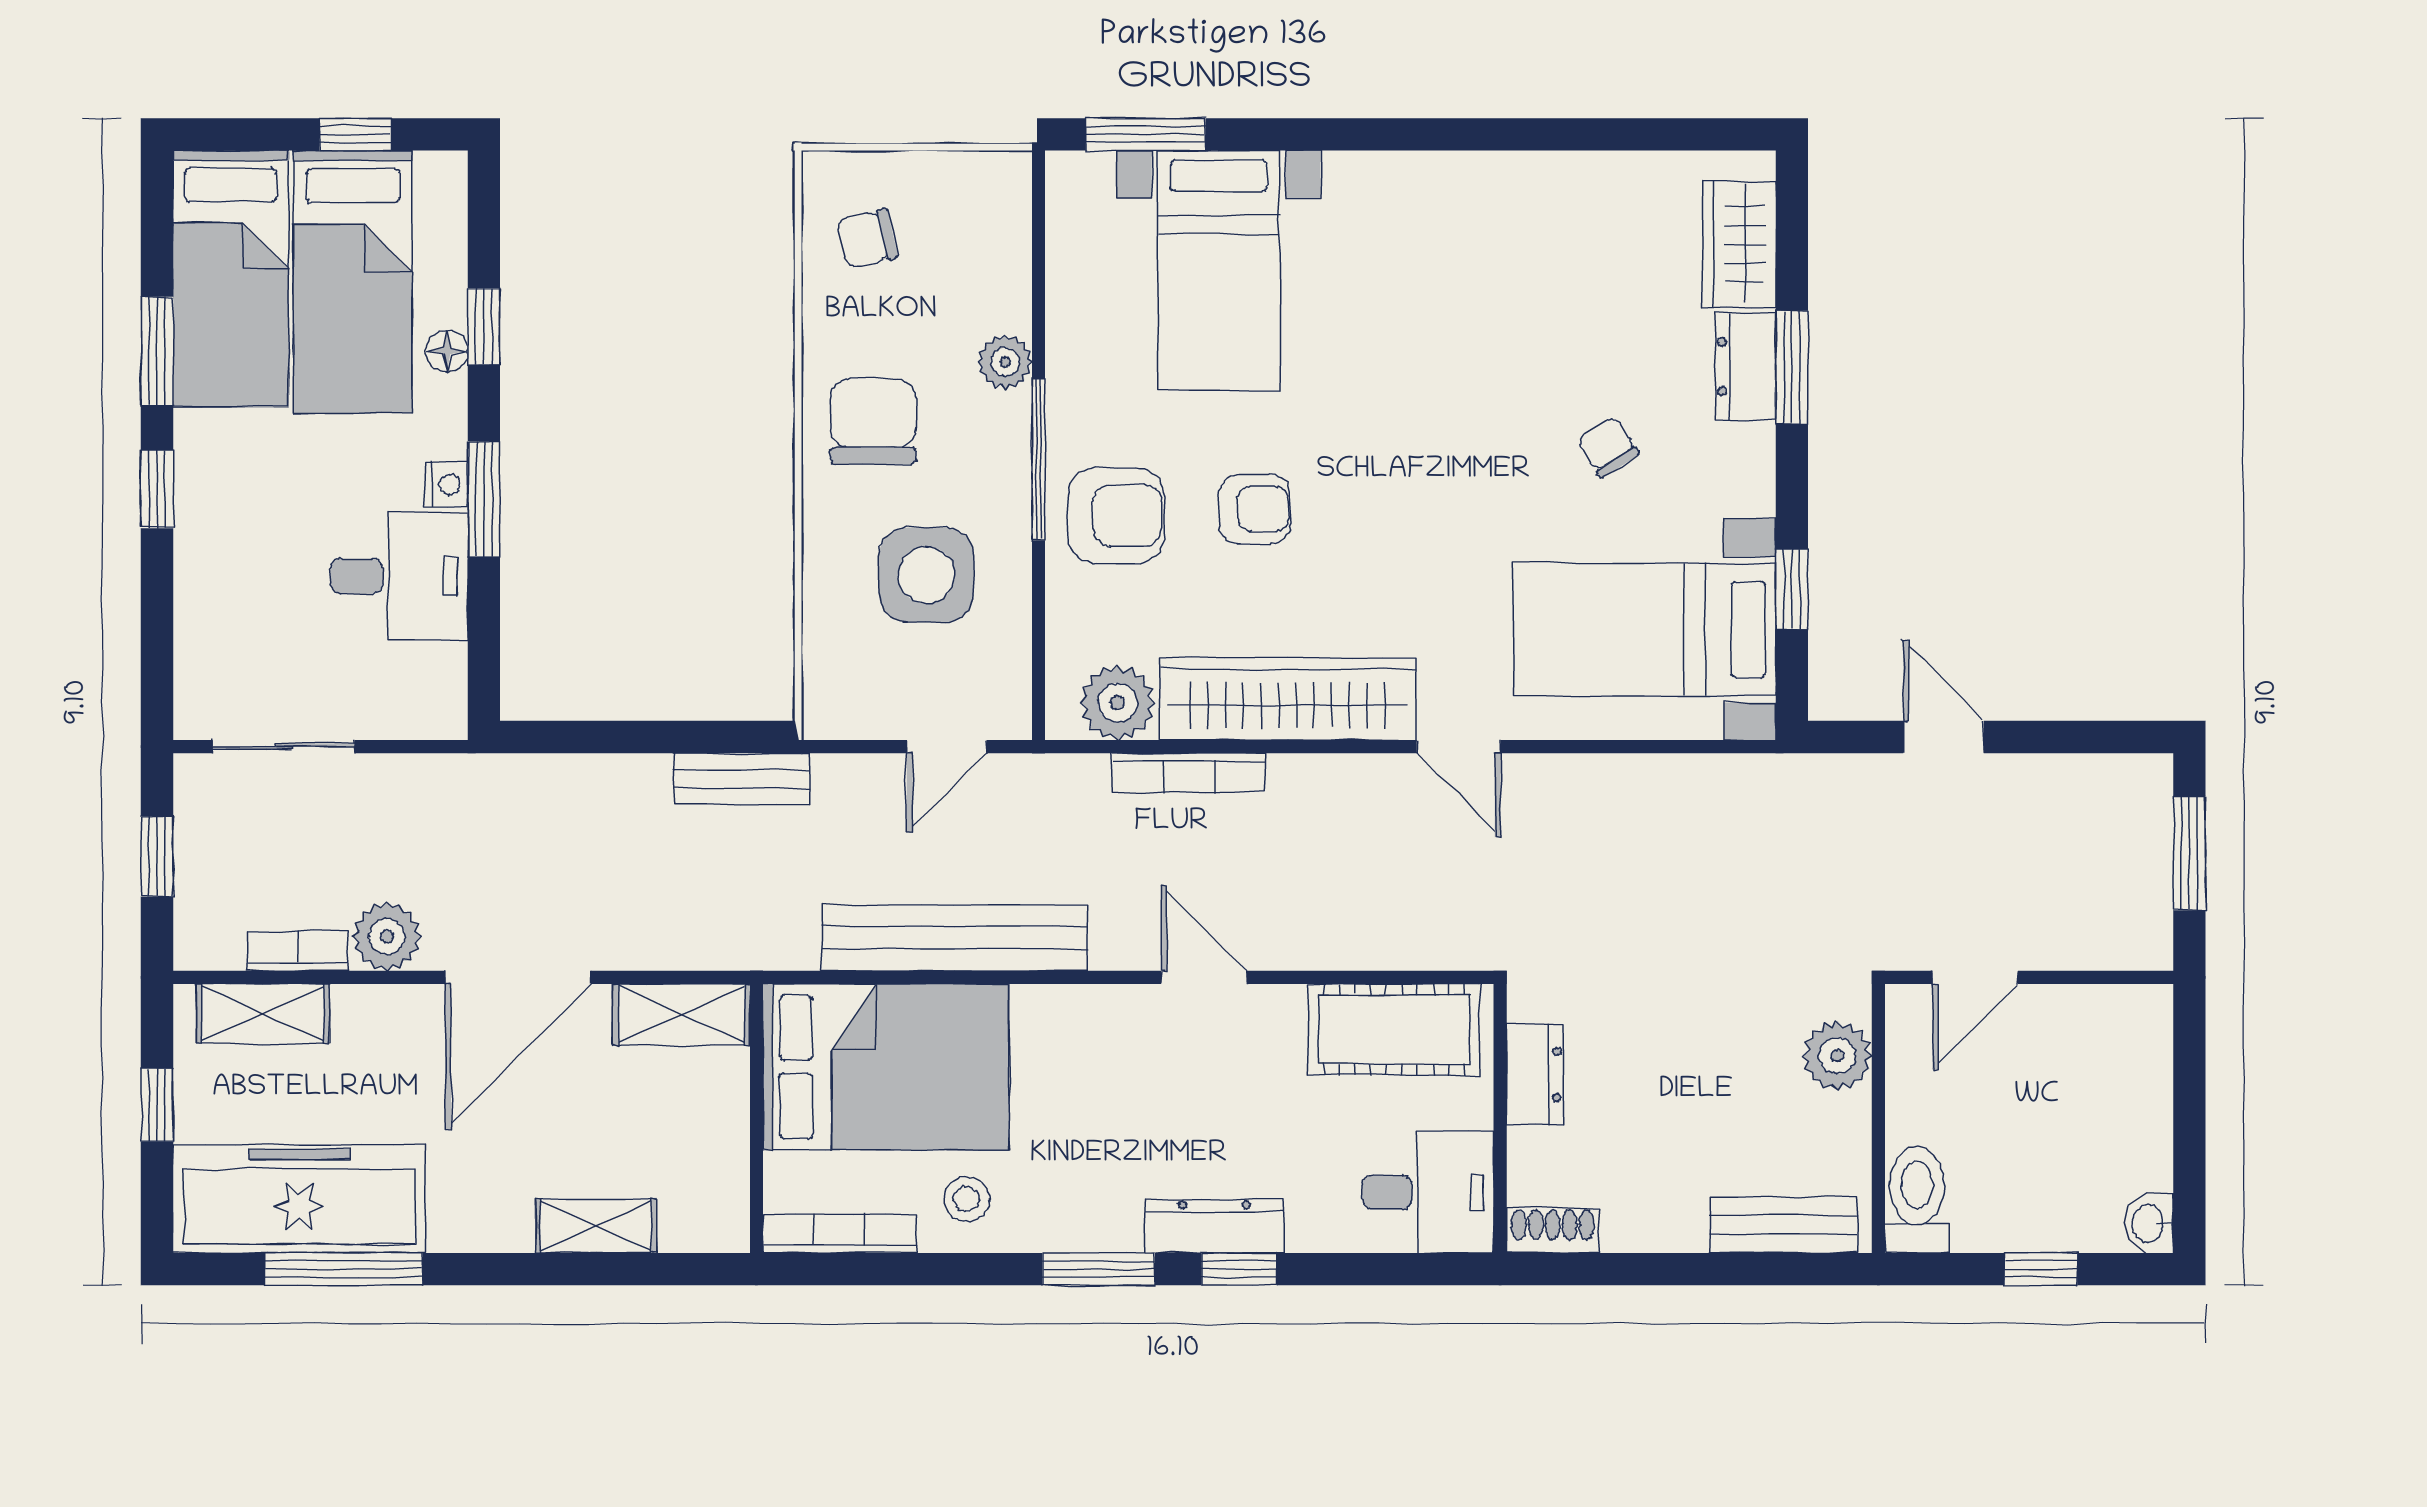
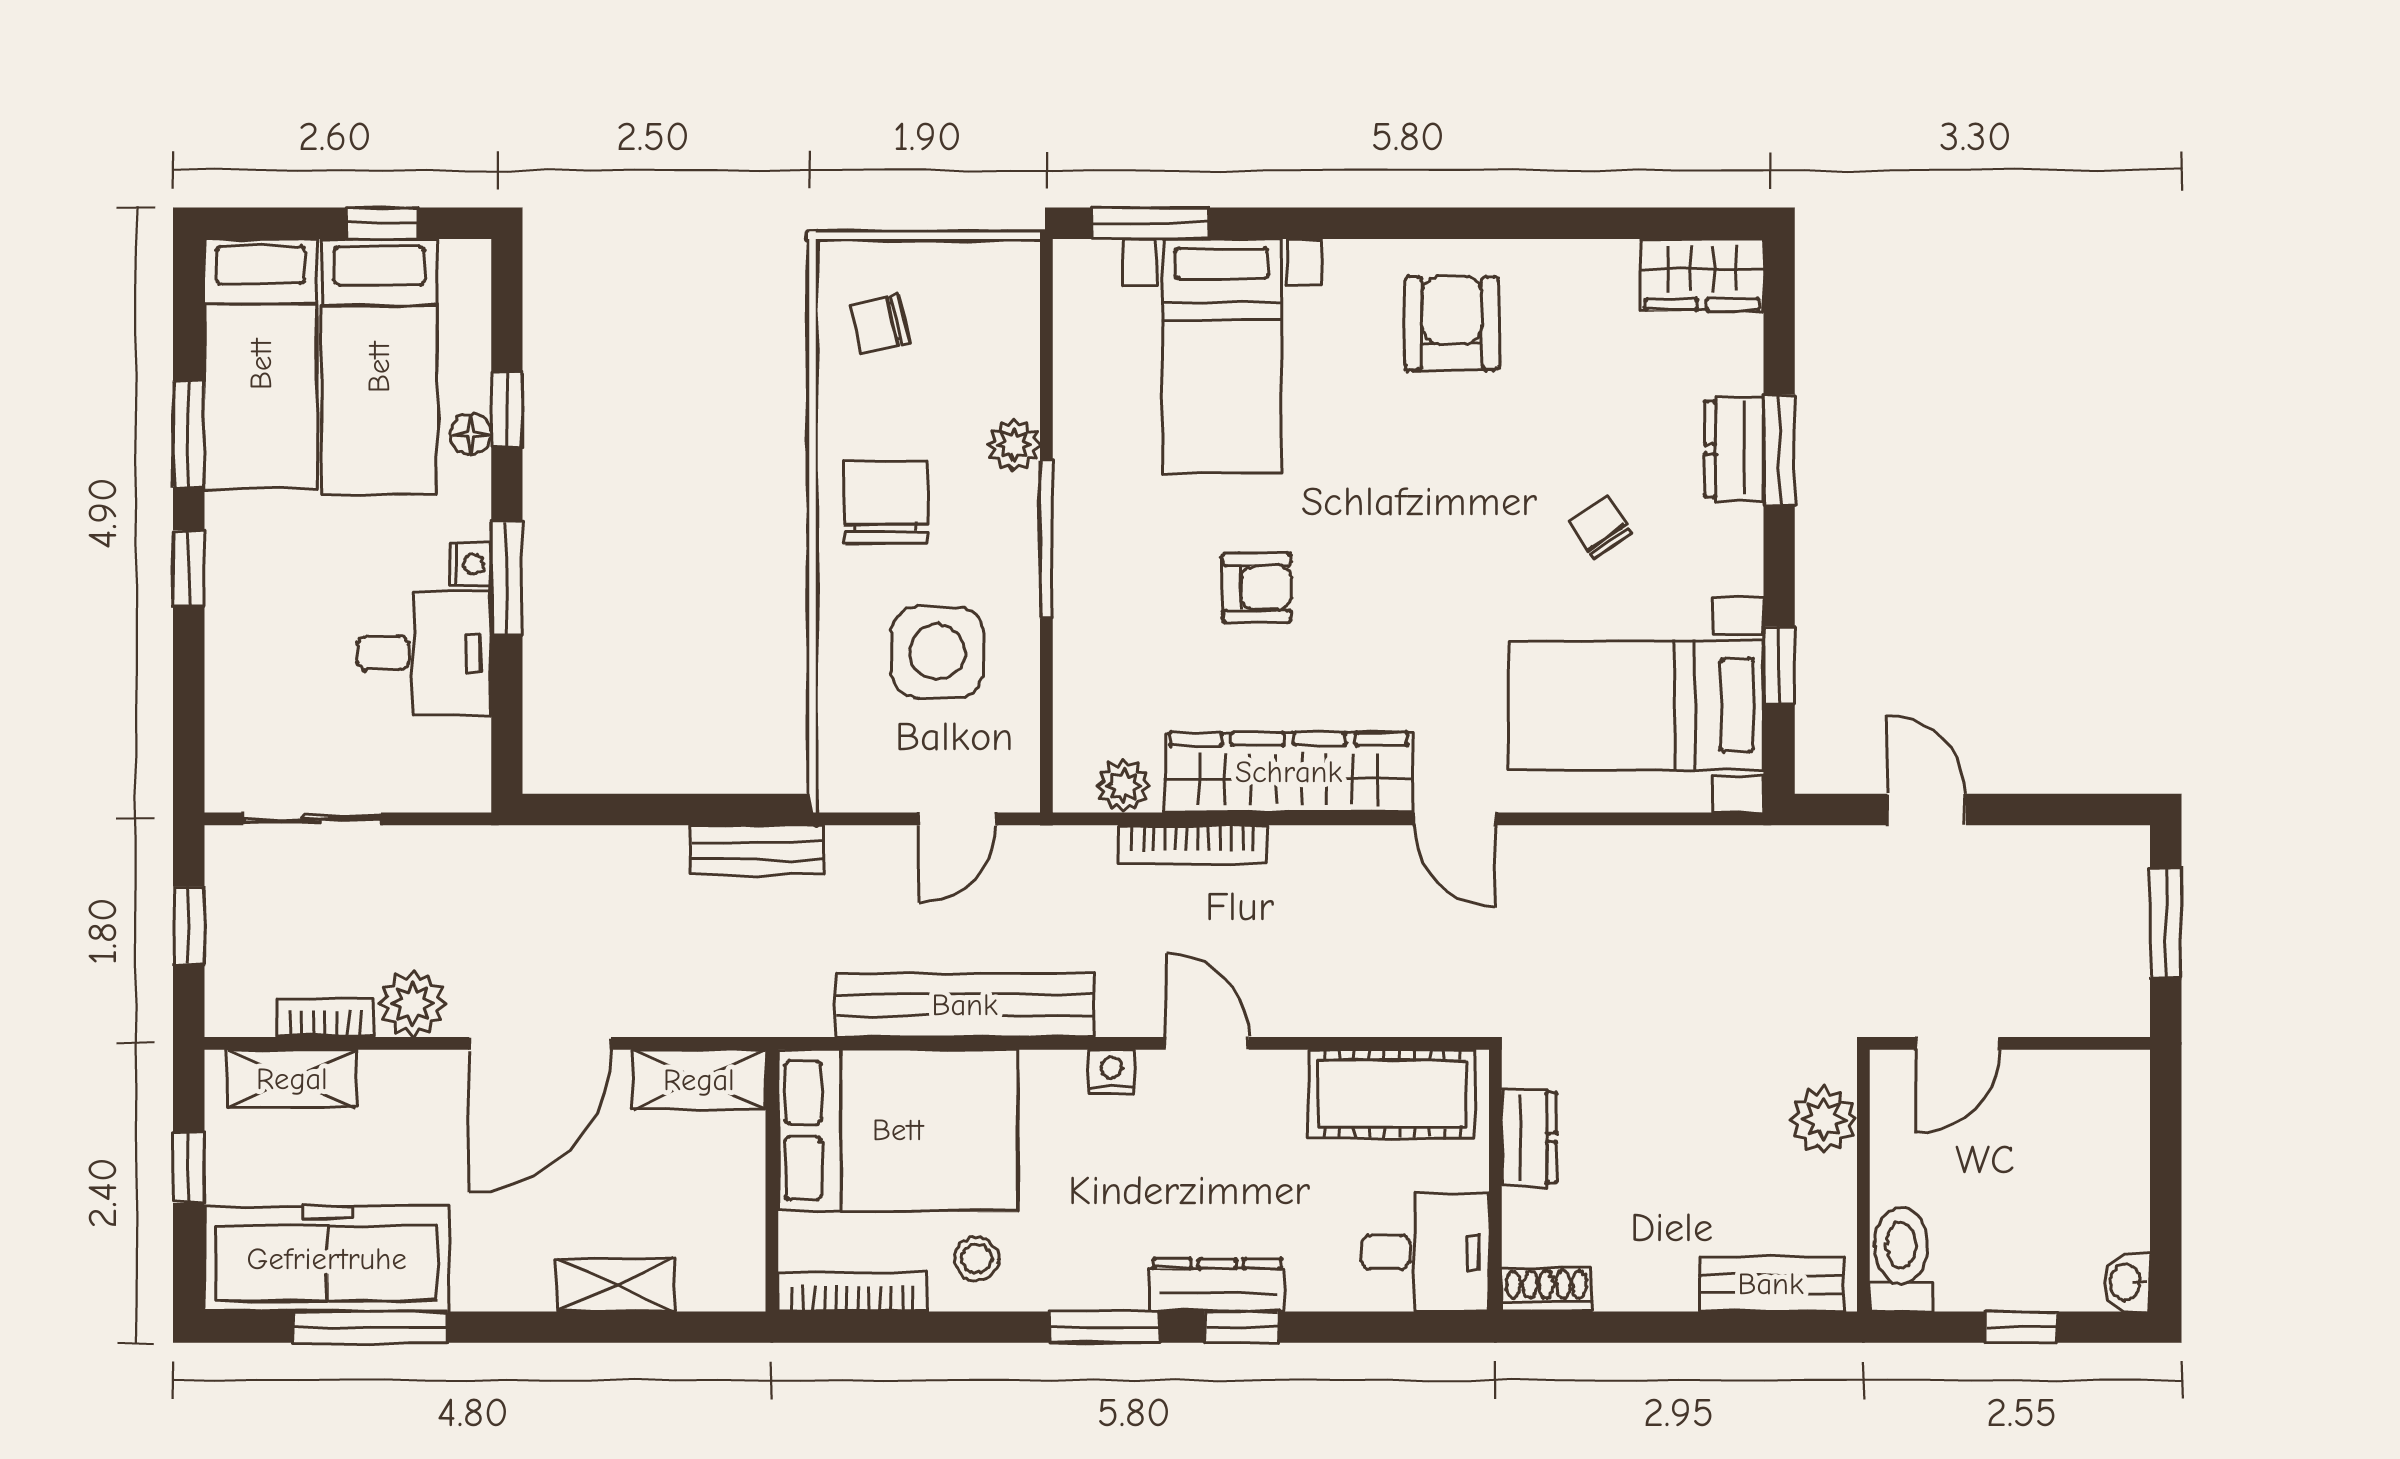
wardrobe: (1739, 244) -> (1702, 274), moved, turned -90
armchair: (1116, 516) -> (1452, 323), moved, turned -90
plant: (1118, 703) -> (1123, 786), width x0.73, depth x0.73
nightstand: (1106, 1006) -> (1112, 1071), added

